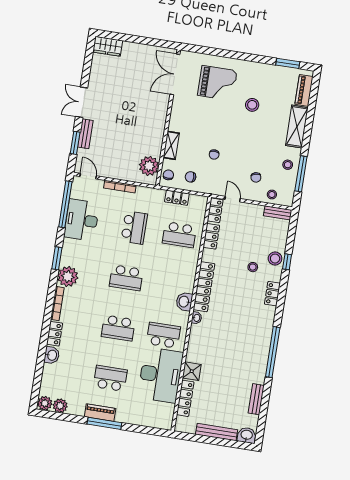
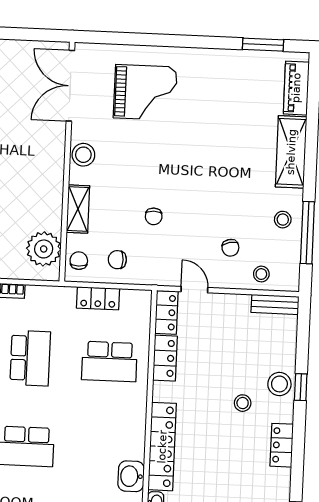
stool: (252, 105) -> (83, 155), moved

